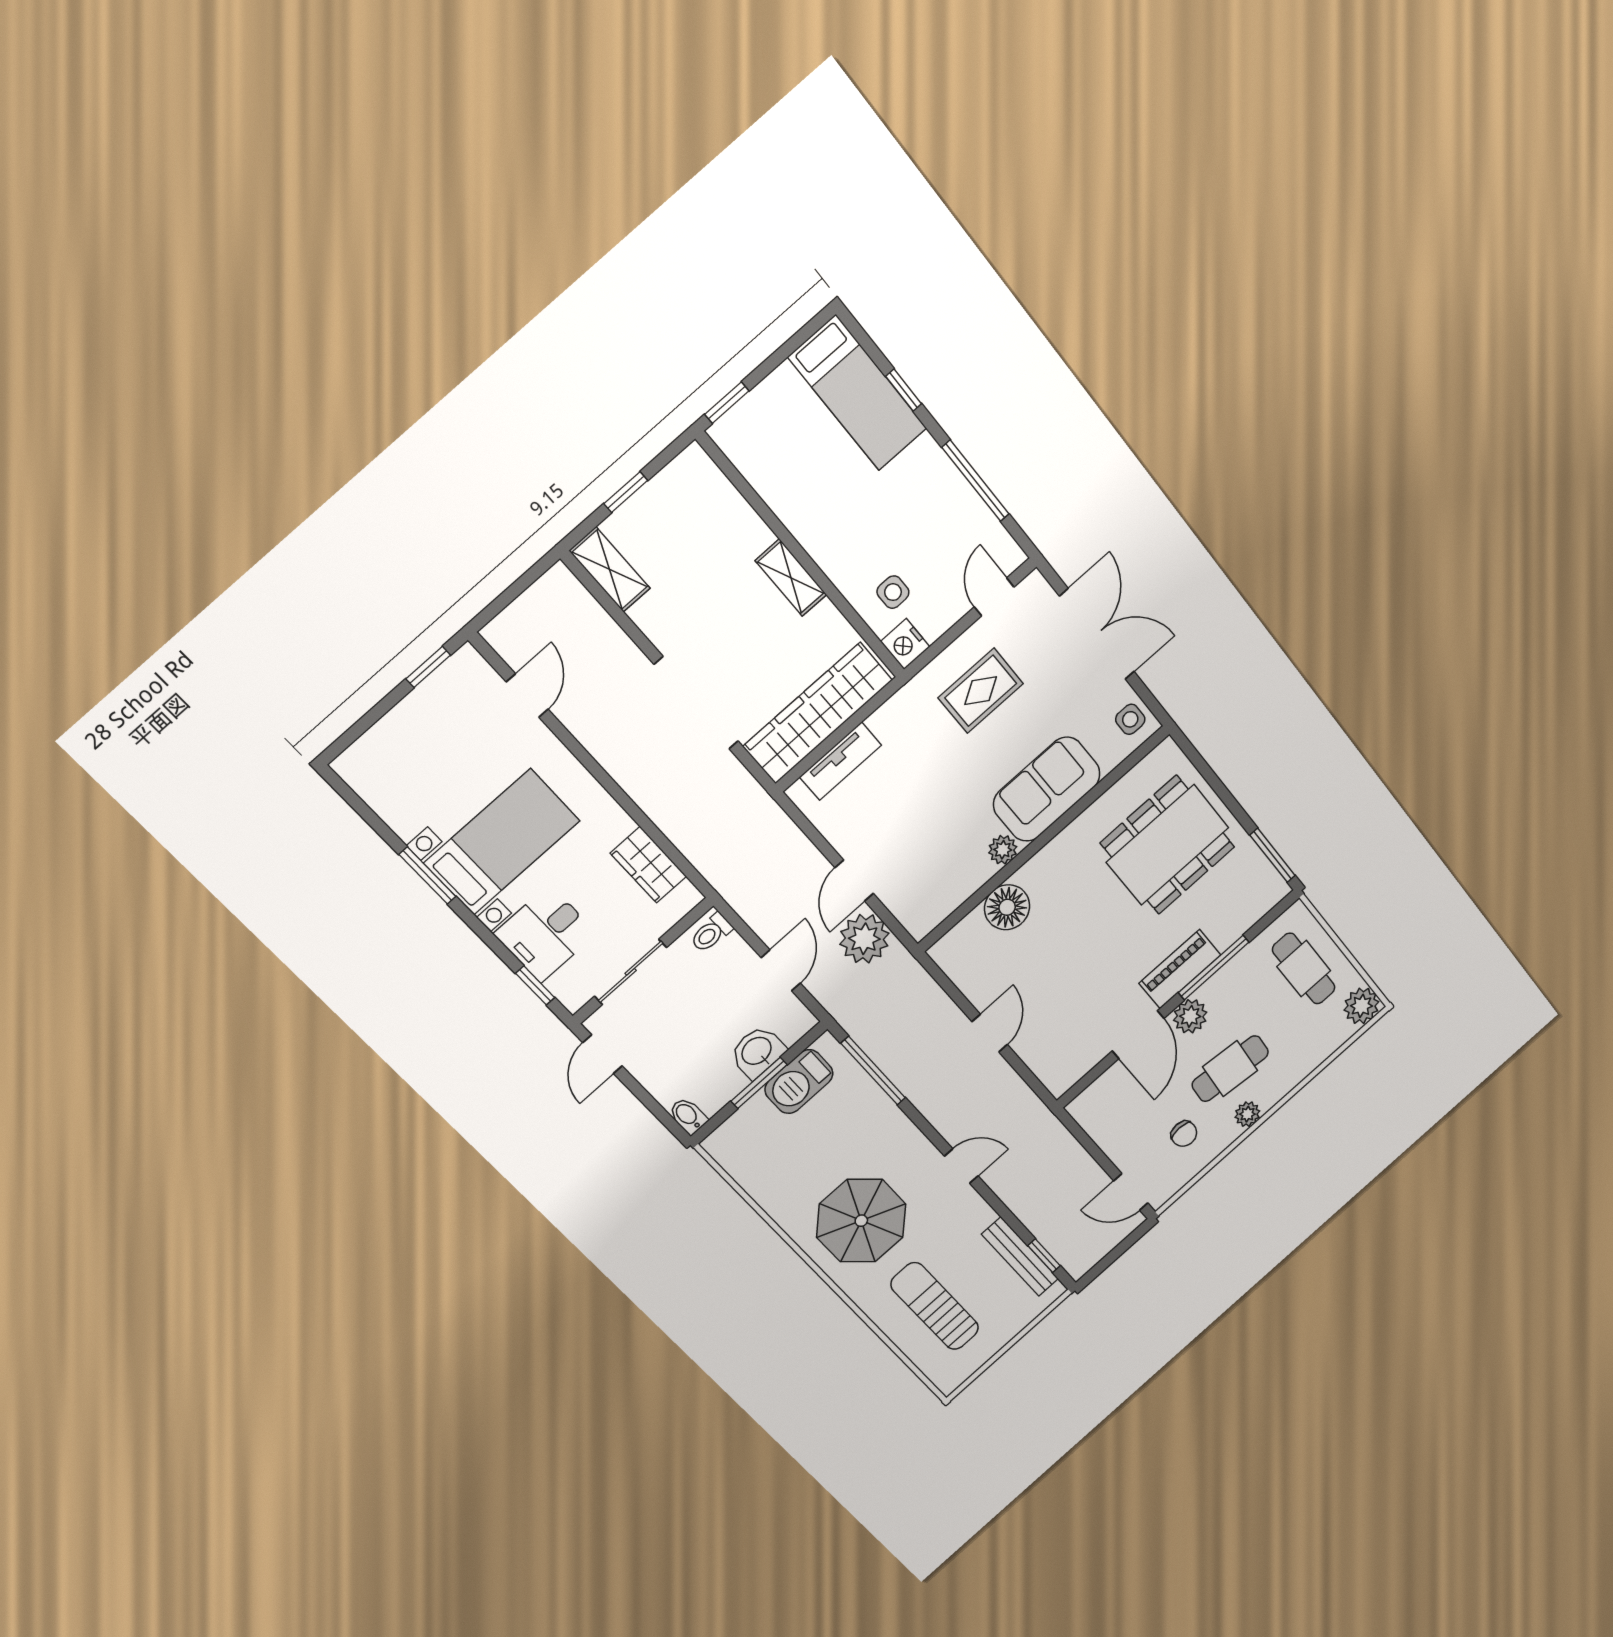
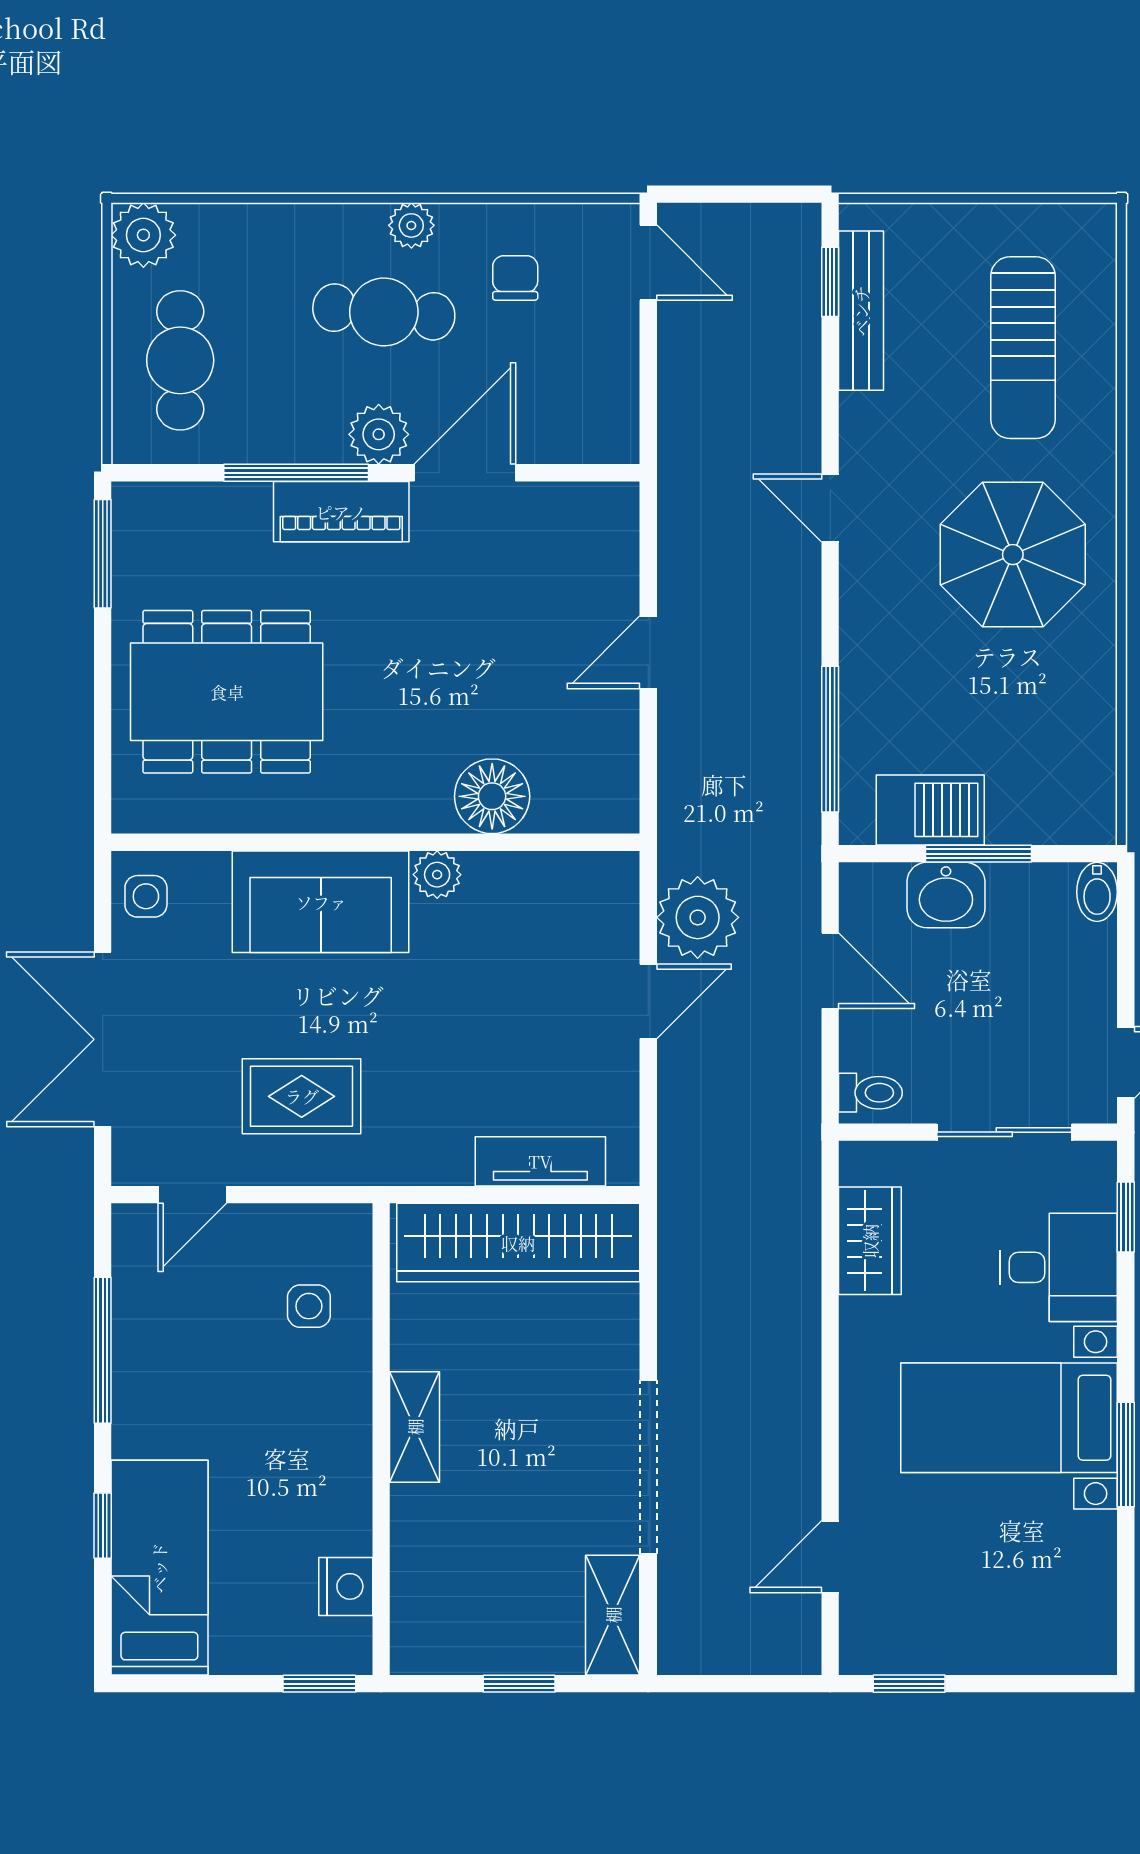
nightstand: (905, 644) -> (346, 1586), moved
doorway: (696, 703) -> (648, 1467), moved
door: (781, 970) -> (830, 971), swing flipped

